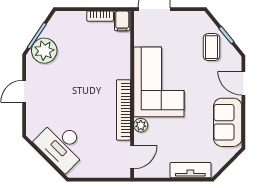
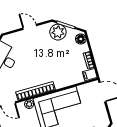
floor lamp: (65, 19) -> (81, 39), added

